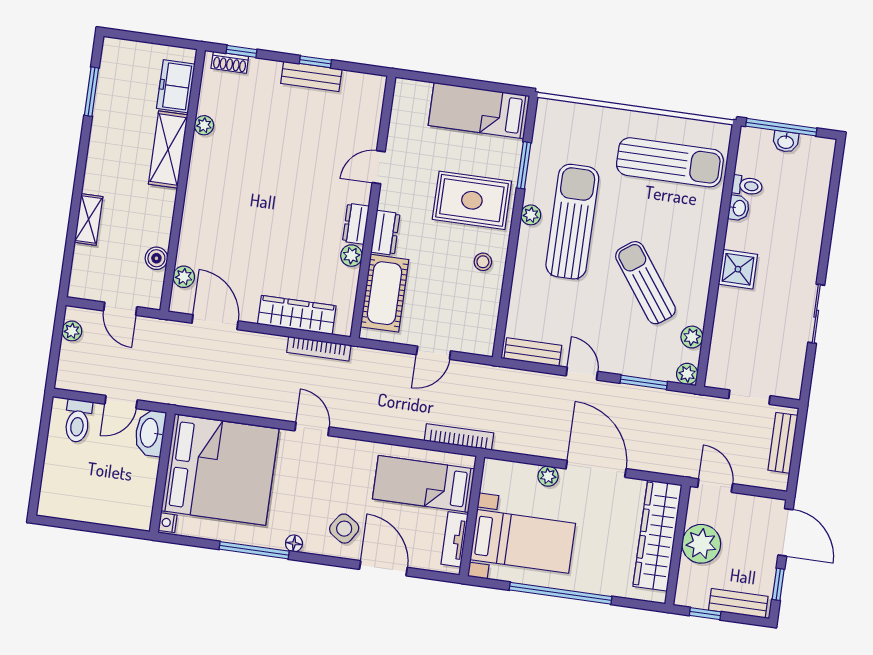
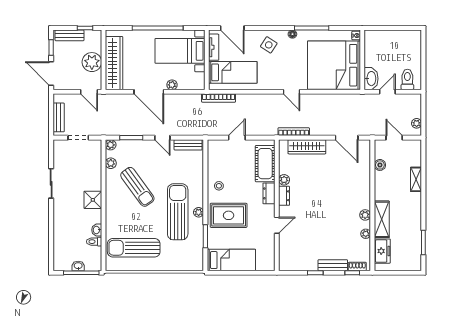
bench: (311, 76) -> (333, 265), moved
sun lounger: (572, 222) -> (178, 212), turned 180
plant: (184, 277) -> (365, 215), moved
door: (383, 568) -> (232, 28), moved

